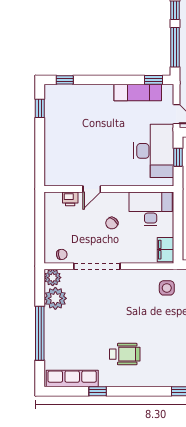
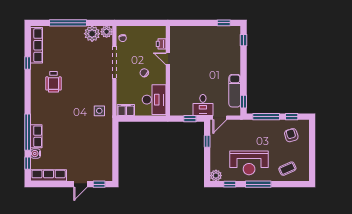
desk: (154, 151) -> (203, 105), width x0.53, depth x0.77

